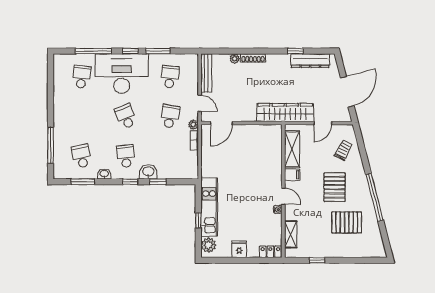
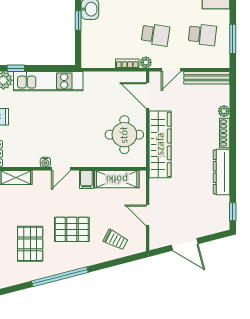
window: (158, 51) -> (233, 39), moved
window: (295, 51) -> (233, 212), moved
dresser: (310, 61) -> (221, 172), moved
door: (347, 92) -> (185, 244), width x0.73
wardrobe: (285, 113) -> (160, 144), moved
round table: (254, 143) -> (124, 135), added
window: (198, 220) -> (16, 68), moved

